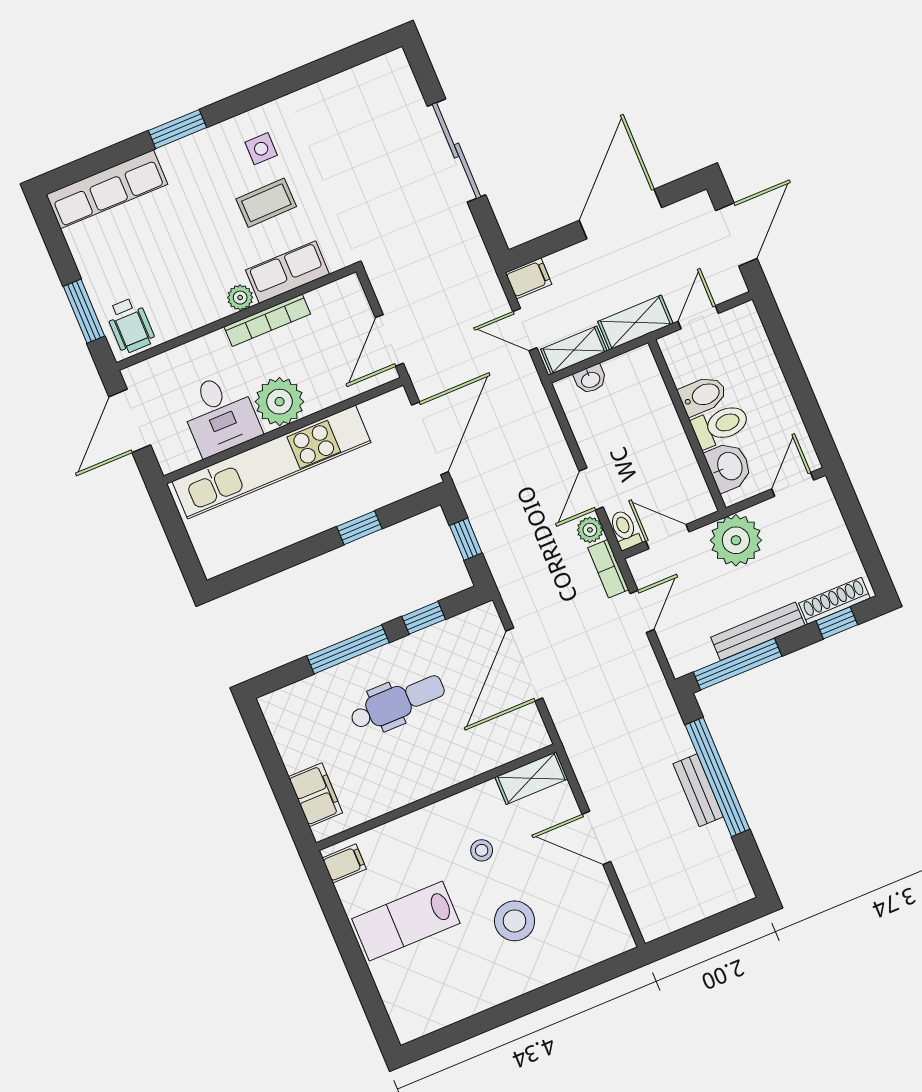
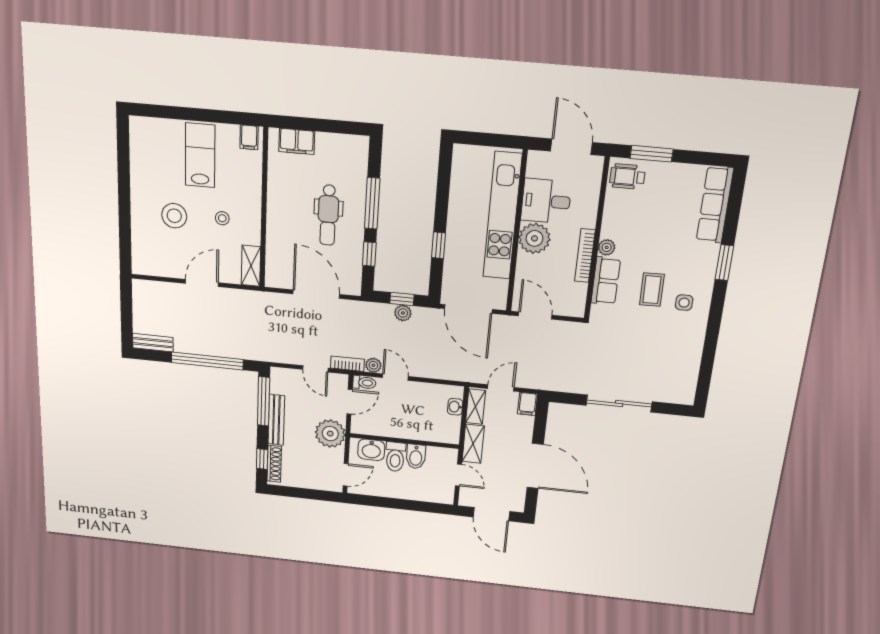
door: (793, 484) -> (346, 475), hinge flipped
plant: (486, 527) -> (403, 313), added
bench: (698, 790) -> (153, 343), moved

